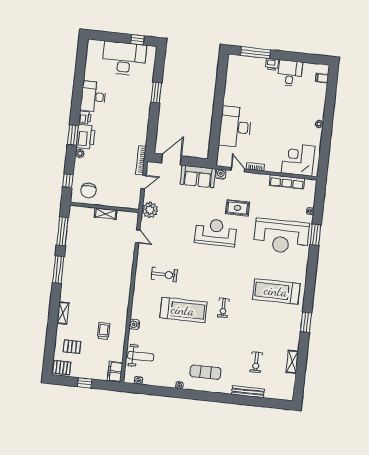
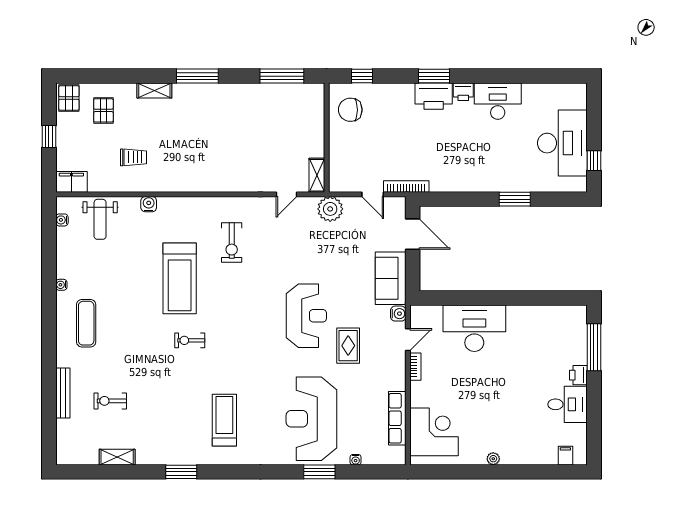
plant: (80, 153) -> (407, 90), removed
shelving: (106, 214) -> (317, 175), moved
window: (58, 270) -> (197, 76), moved
treadmill: (276, 291) -> (224, 420), width x0.73, depth x0.73

